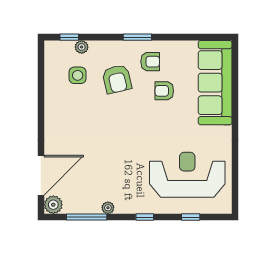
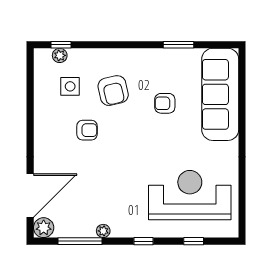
window: (137, 37) -> (178, 45), moved
plant: (82, 47) -> (60, 55), moved
armchair: (150, 62) -> (87, 130), moved

